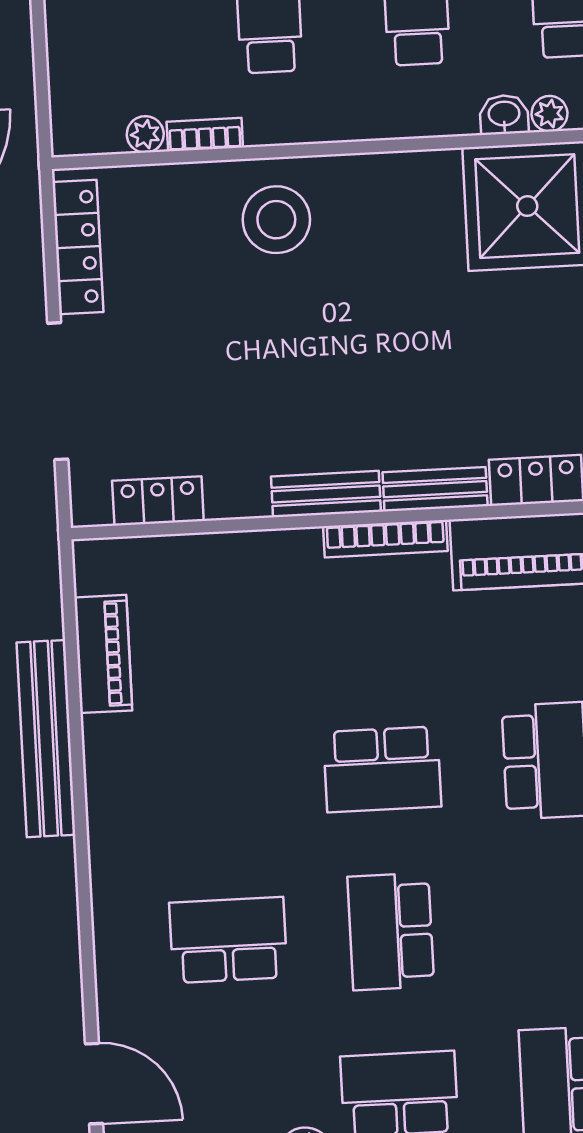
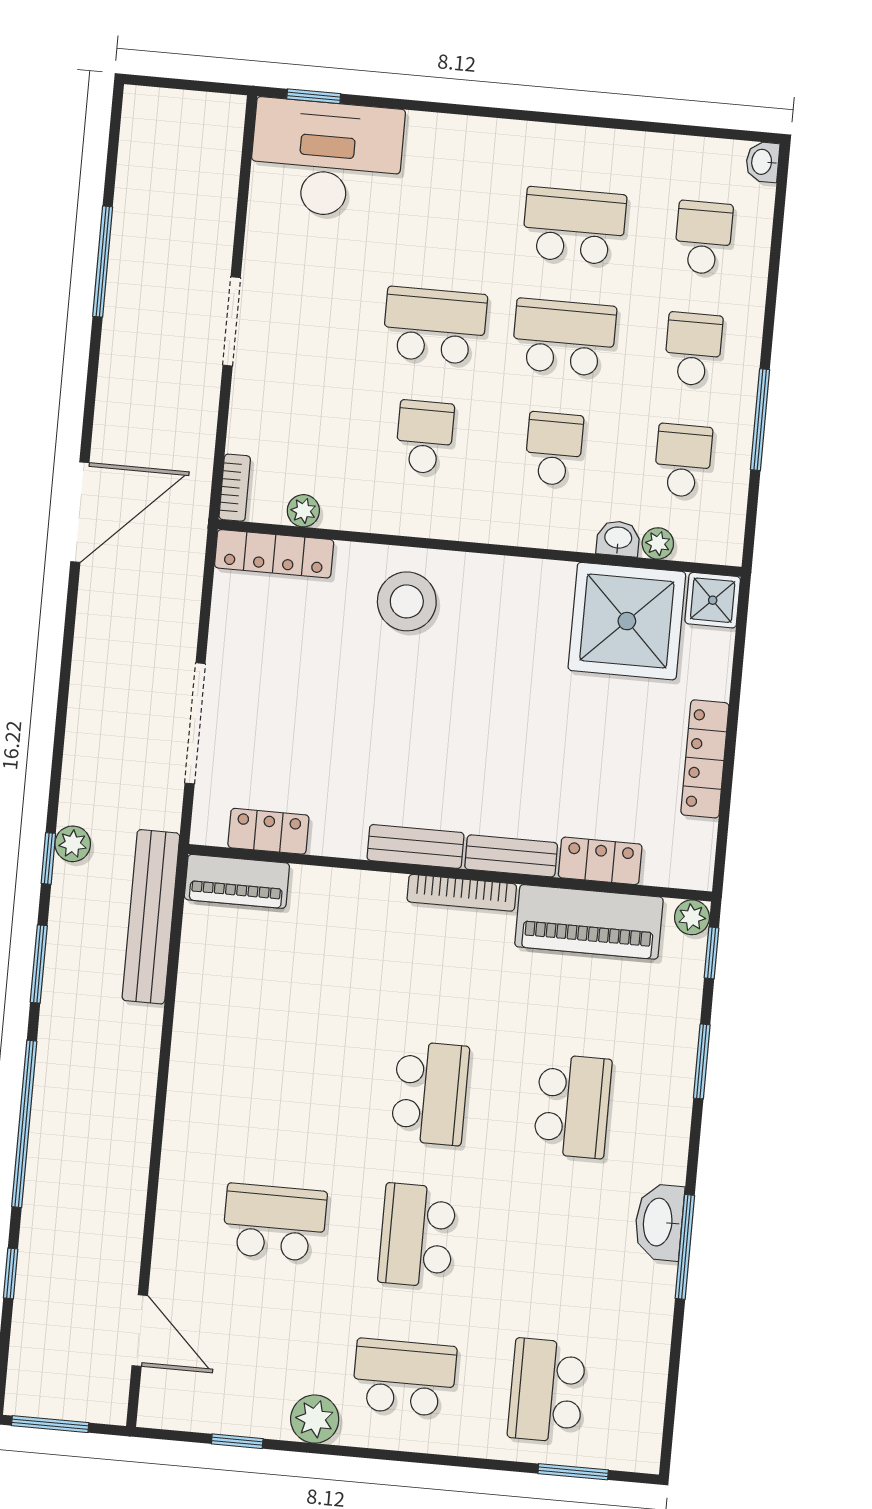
bookcase: (205, 135) -> (235, 488), moved, turned 90
locker: (78, 247) -> (274, 554), moved, turned 90
piano: (103, 654) -> (237, 881), moved, turned 90
bench: (46, 739) -> (151, 917), moved
school desk: (382, 769) -> (430, 1093), turned -90

